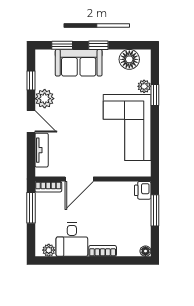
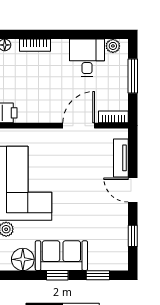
sofa: (79, 63) -> (61, 256), moved
plant: (45, 99) -> (118, 216), removed
window: (31, 208) -> (133, 76), moved
bookcase: (103, 251) -> (35, 45), moved

